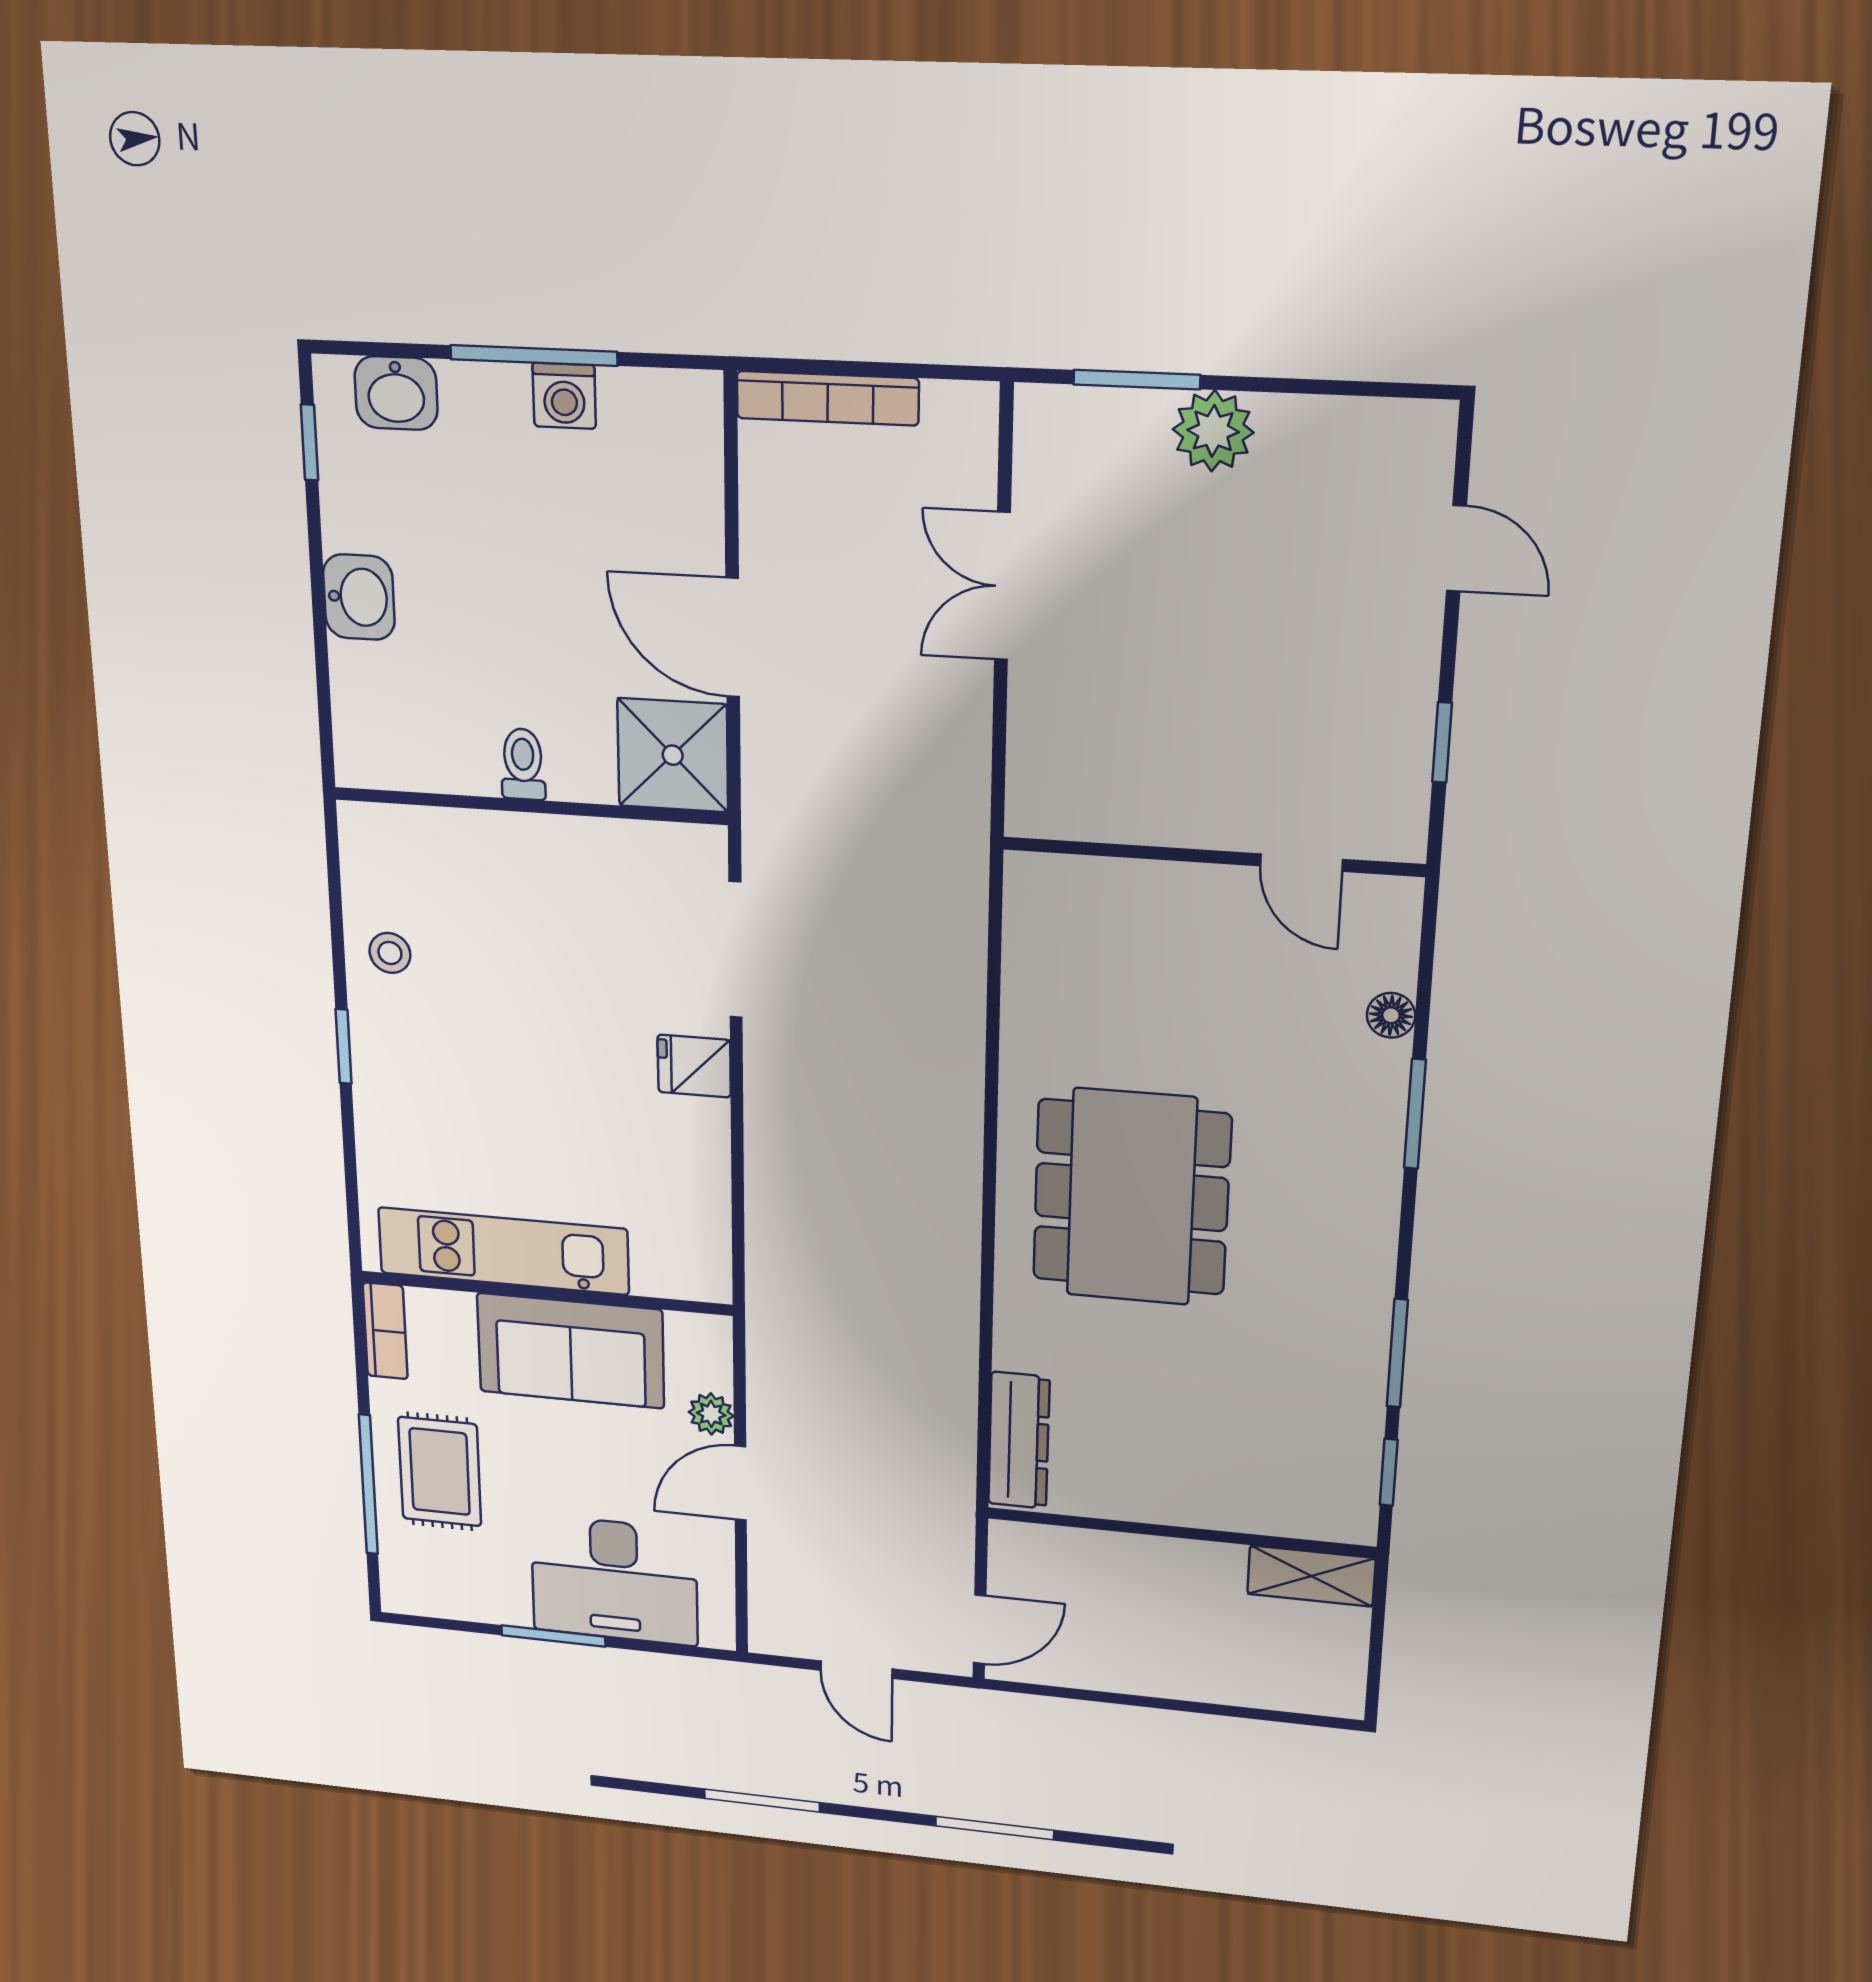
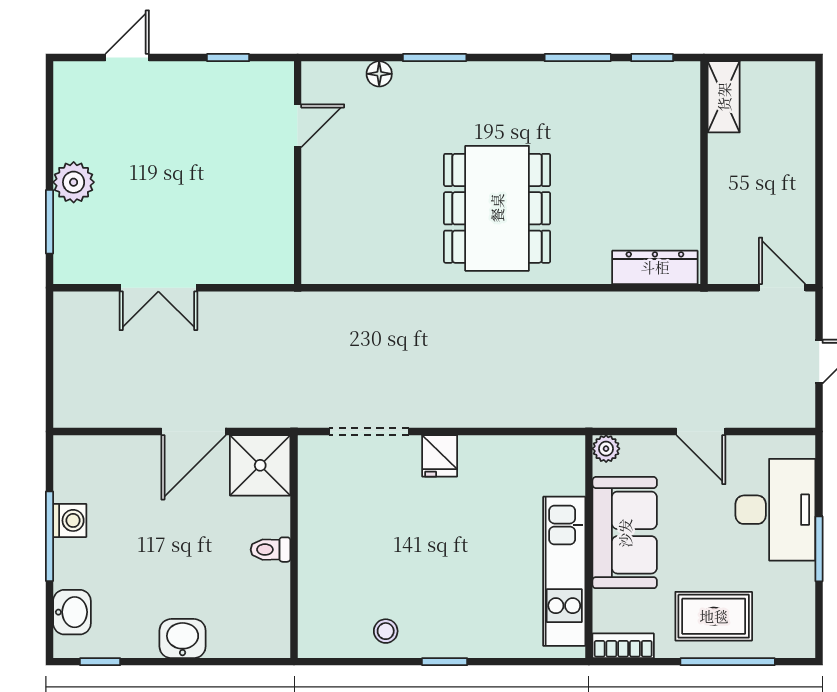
bookcase: (827, 398) -> (65, 380), removed
dining table: (1131, 1197) -> (497, 208), turned 90
plant: (711, 1414) -> (606, 449), moved

